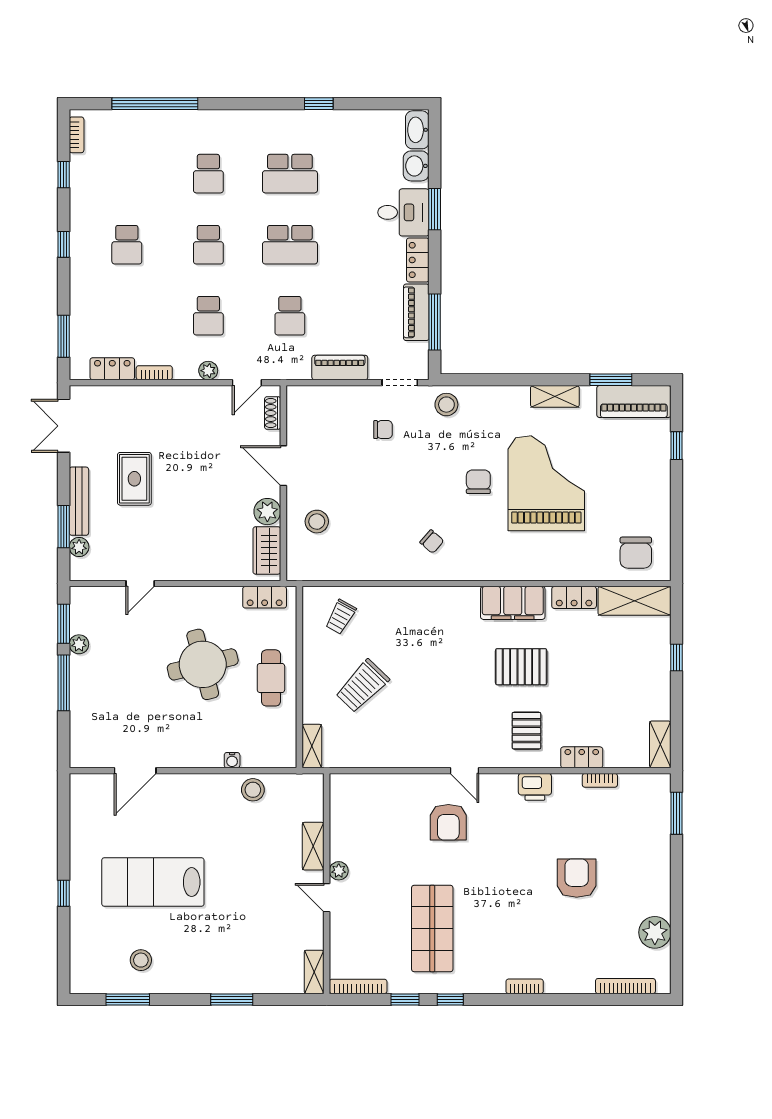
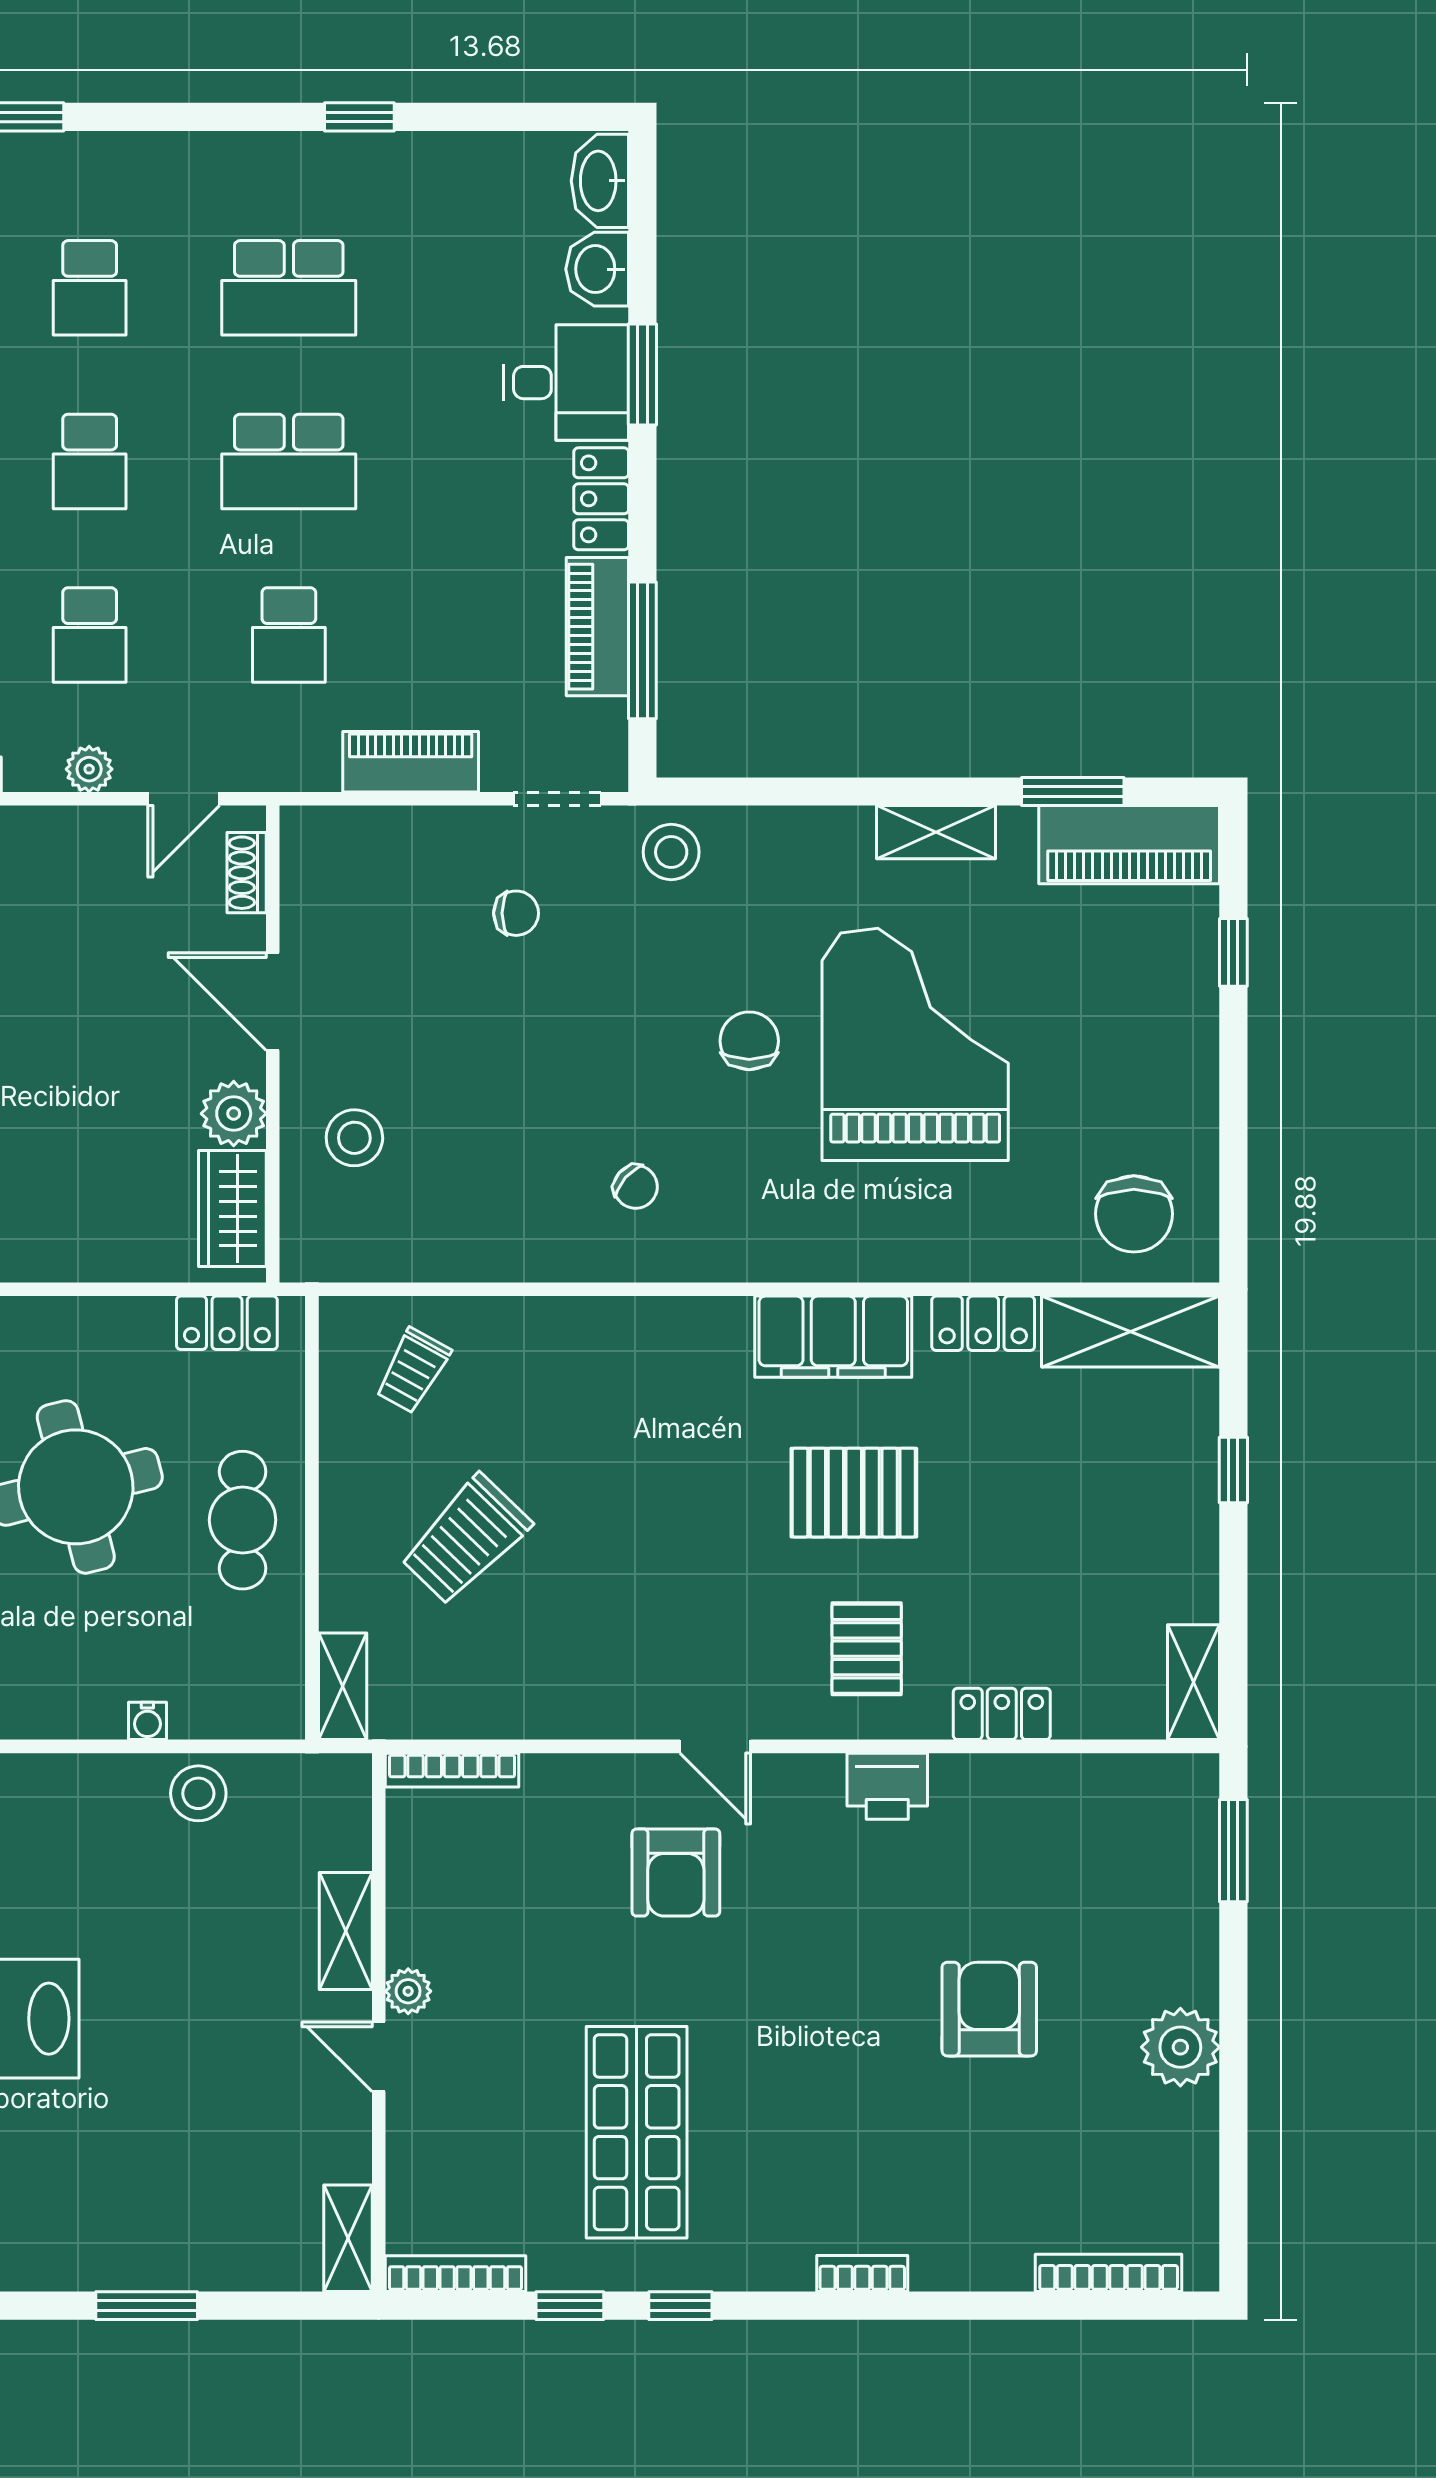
bookcase: (600, 780) -> (452, 1770), moved, width x1.56
plant: (655, 932) -> (1180, 2047), moved

